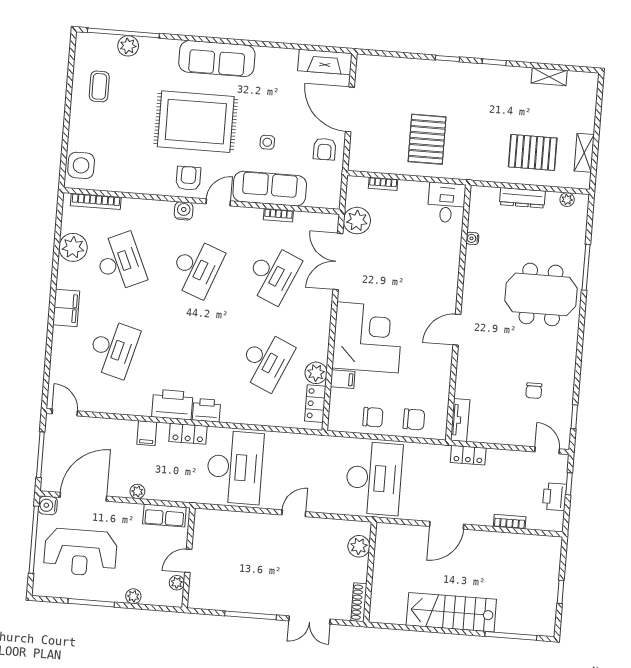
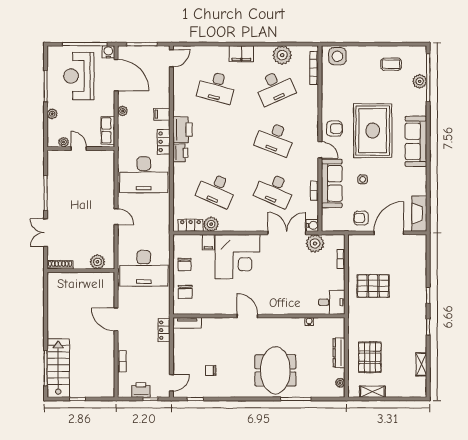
water cooler: (184, 211) -> (312, 225), moved
stairs: (451, 612) -> (58, 368), moved

